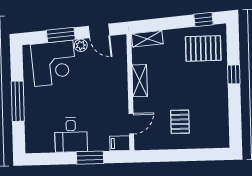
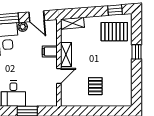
door: (131, 124) -> (59, 76), moved
filing cabinet: (120, 143) -> (50, 51), moved

